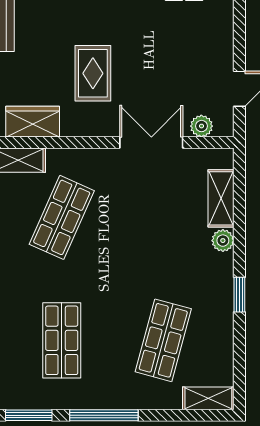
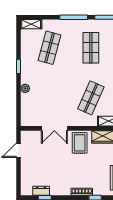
rug: (93, 73) -> (80, 143), moved
plant: (201, 126) -> (34, 135), removed
shelving: (221, 198) -> (26, 106), removed

